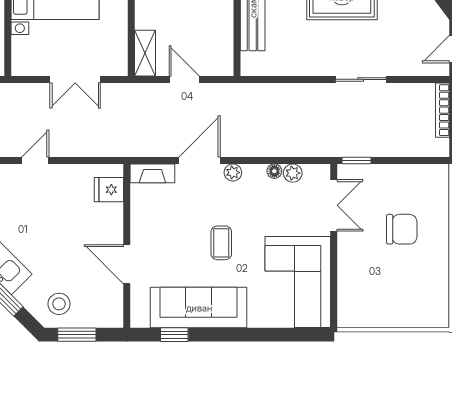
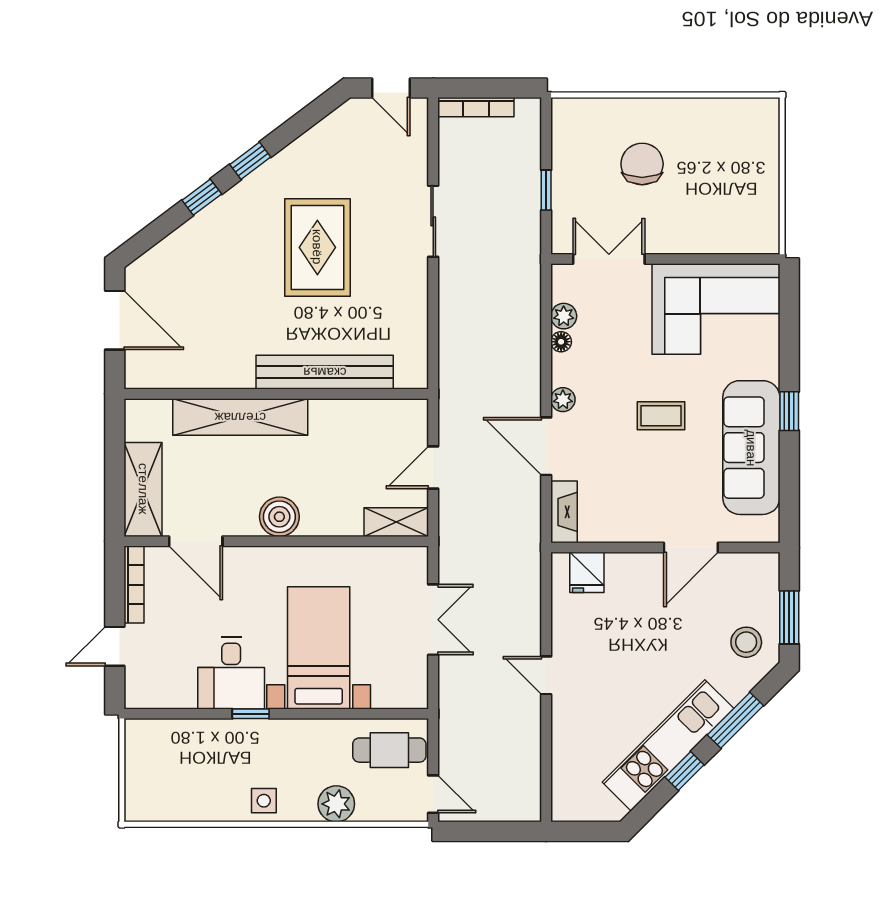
window: (357, 160) -> (546, 190), moved
window: (174, 335) -> (789, 411), moved

